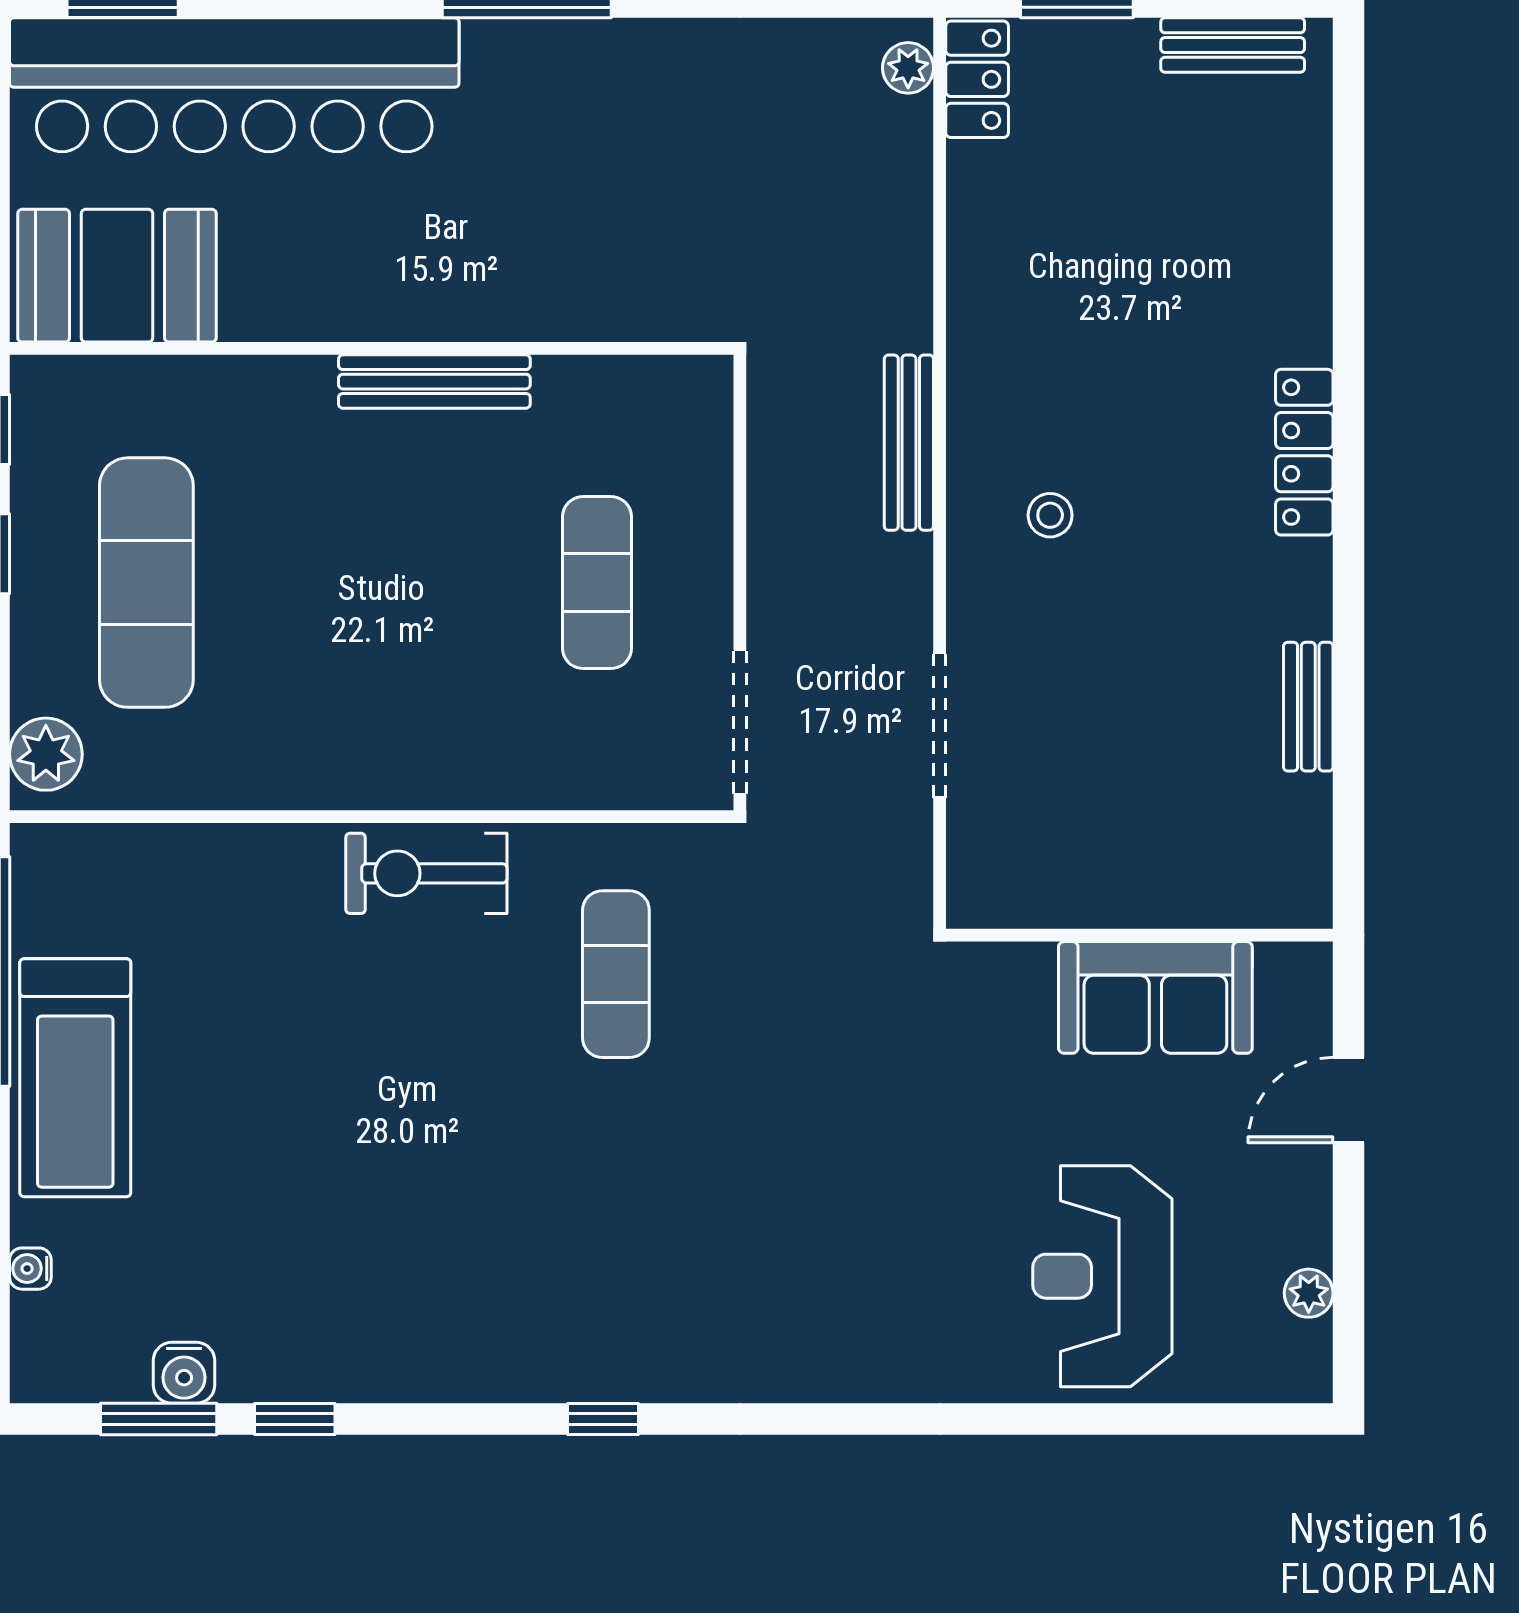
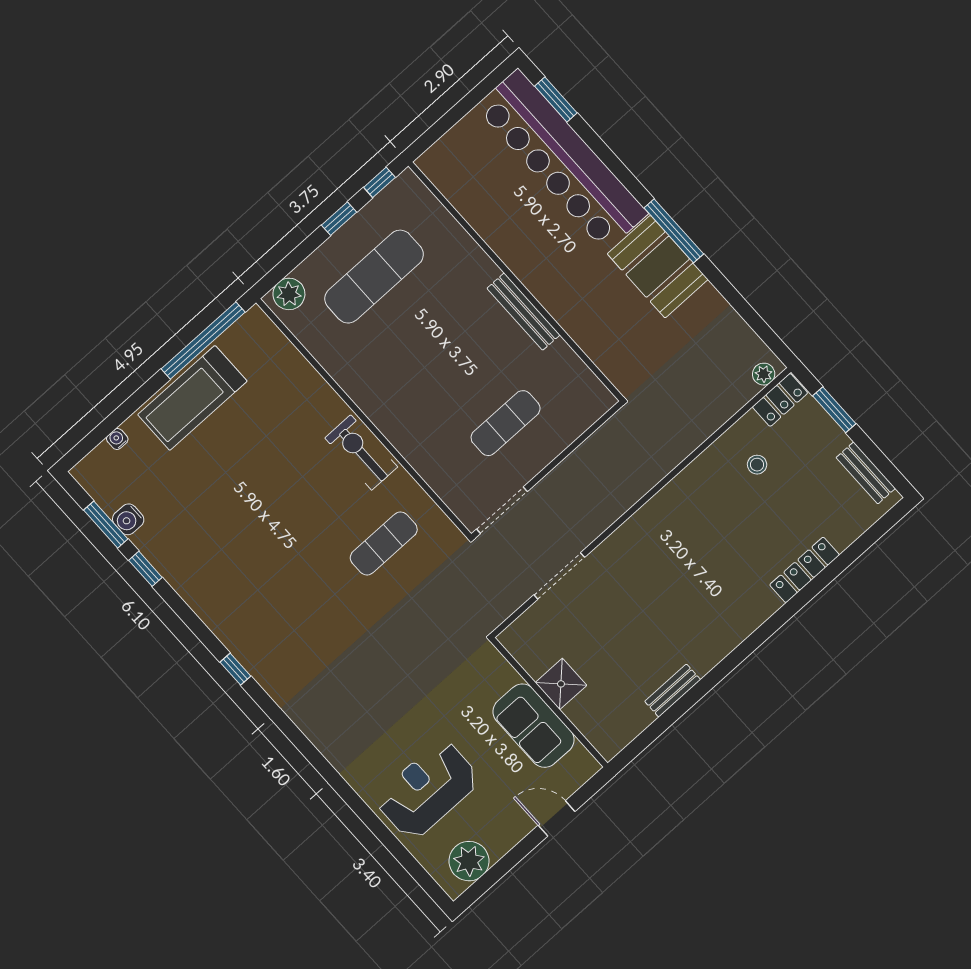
booth: (117, 276) -> (658, 267), moved
bench: (909, 443) -> (642, 484), removed
locker: (1304, 452) -> (805, 570), moved
stool: (1050, 515) -> (757, 465), moved
shower: (1126, 887) -> (561, 684), added
plant: (1309, 1293) -> (469, 861), width x1.87, depth x1.87

